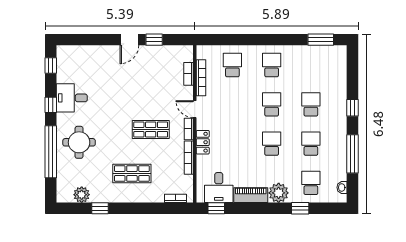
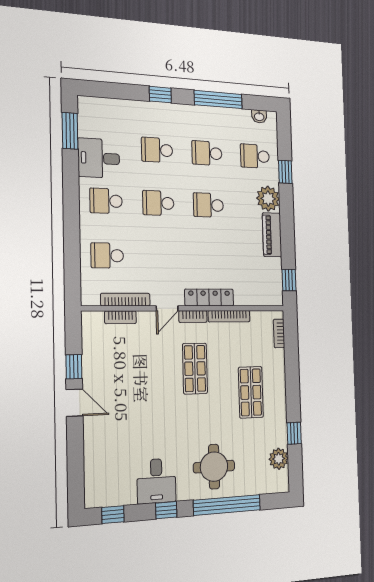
locker: (203, 142) -> (209, 297), width x1.53
desk: (219, 188) -> (99, 158), moved, turned 180

